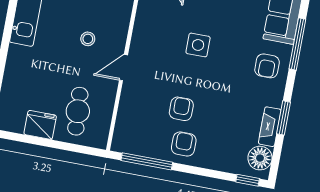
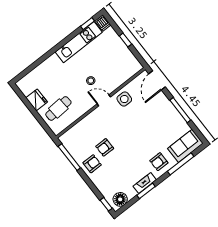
side table: (198, 45) -> (124, 99), moved
door: (123, 68) -> (104, 100), moved
armchair: (181, 109) -> (105, 147), turned 180
fireplace: (270, 127) -> (145, 183), moved

